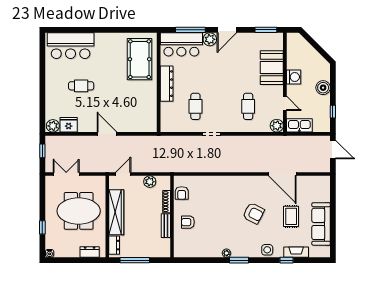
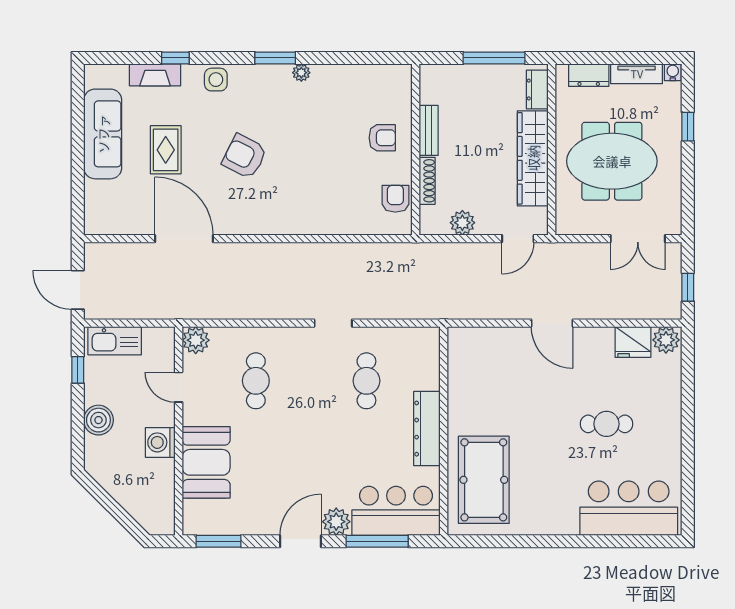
kitchen sink: (299, 125) -> (115, 341), moved
tv unit: (67, 253) -> (637, 74), added

